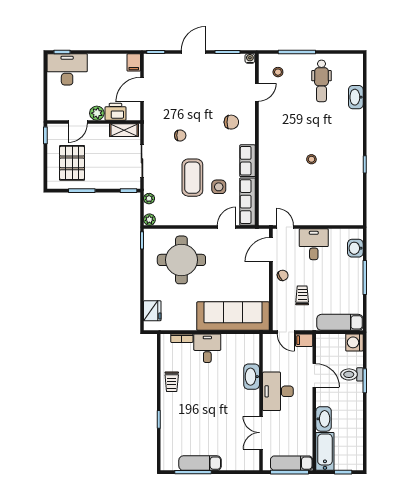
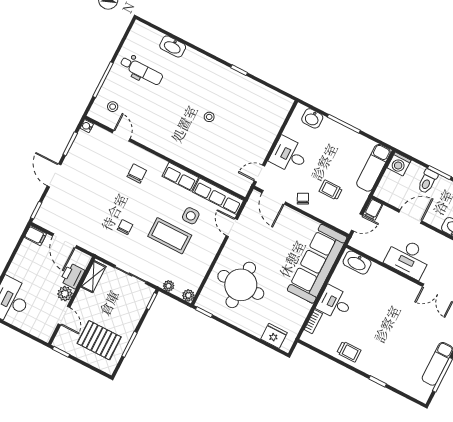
washbasin: (252, 377) -> (357, 263), moved

